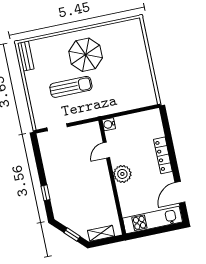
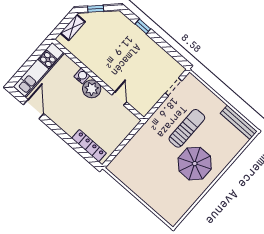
bench: (26, 56) -> (239, 122), width x1.36
sun lounger: (71, 87) -> (187, 128), turned 180
water cooler: (109, 124) -> (82, 76), moved
locker: (163, 155) -> (89, 146), moved

